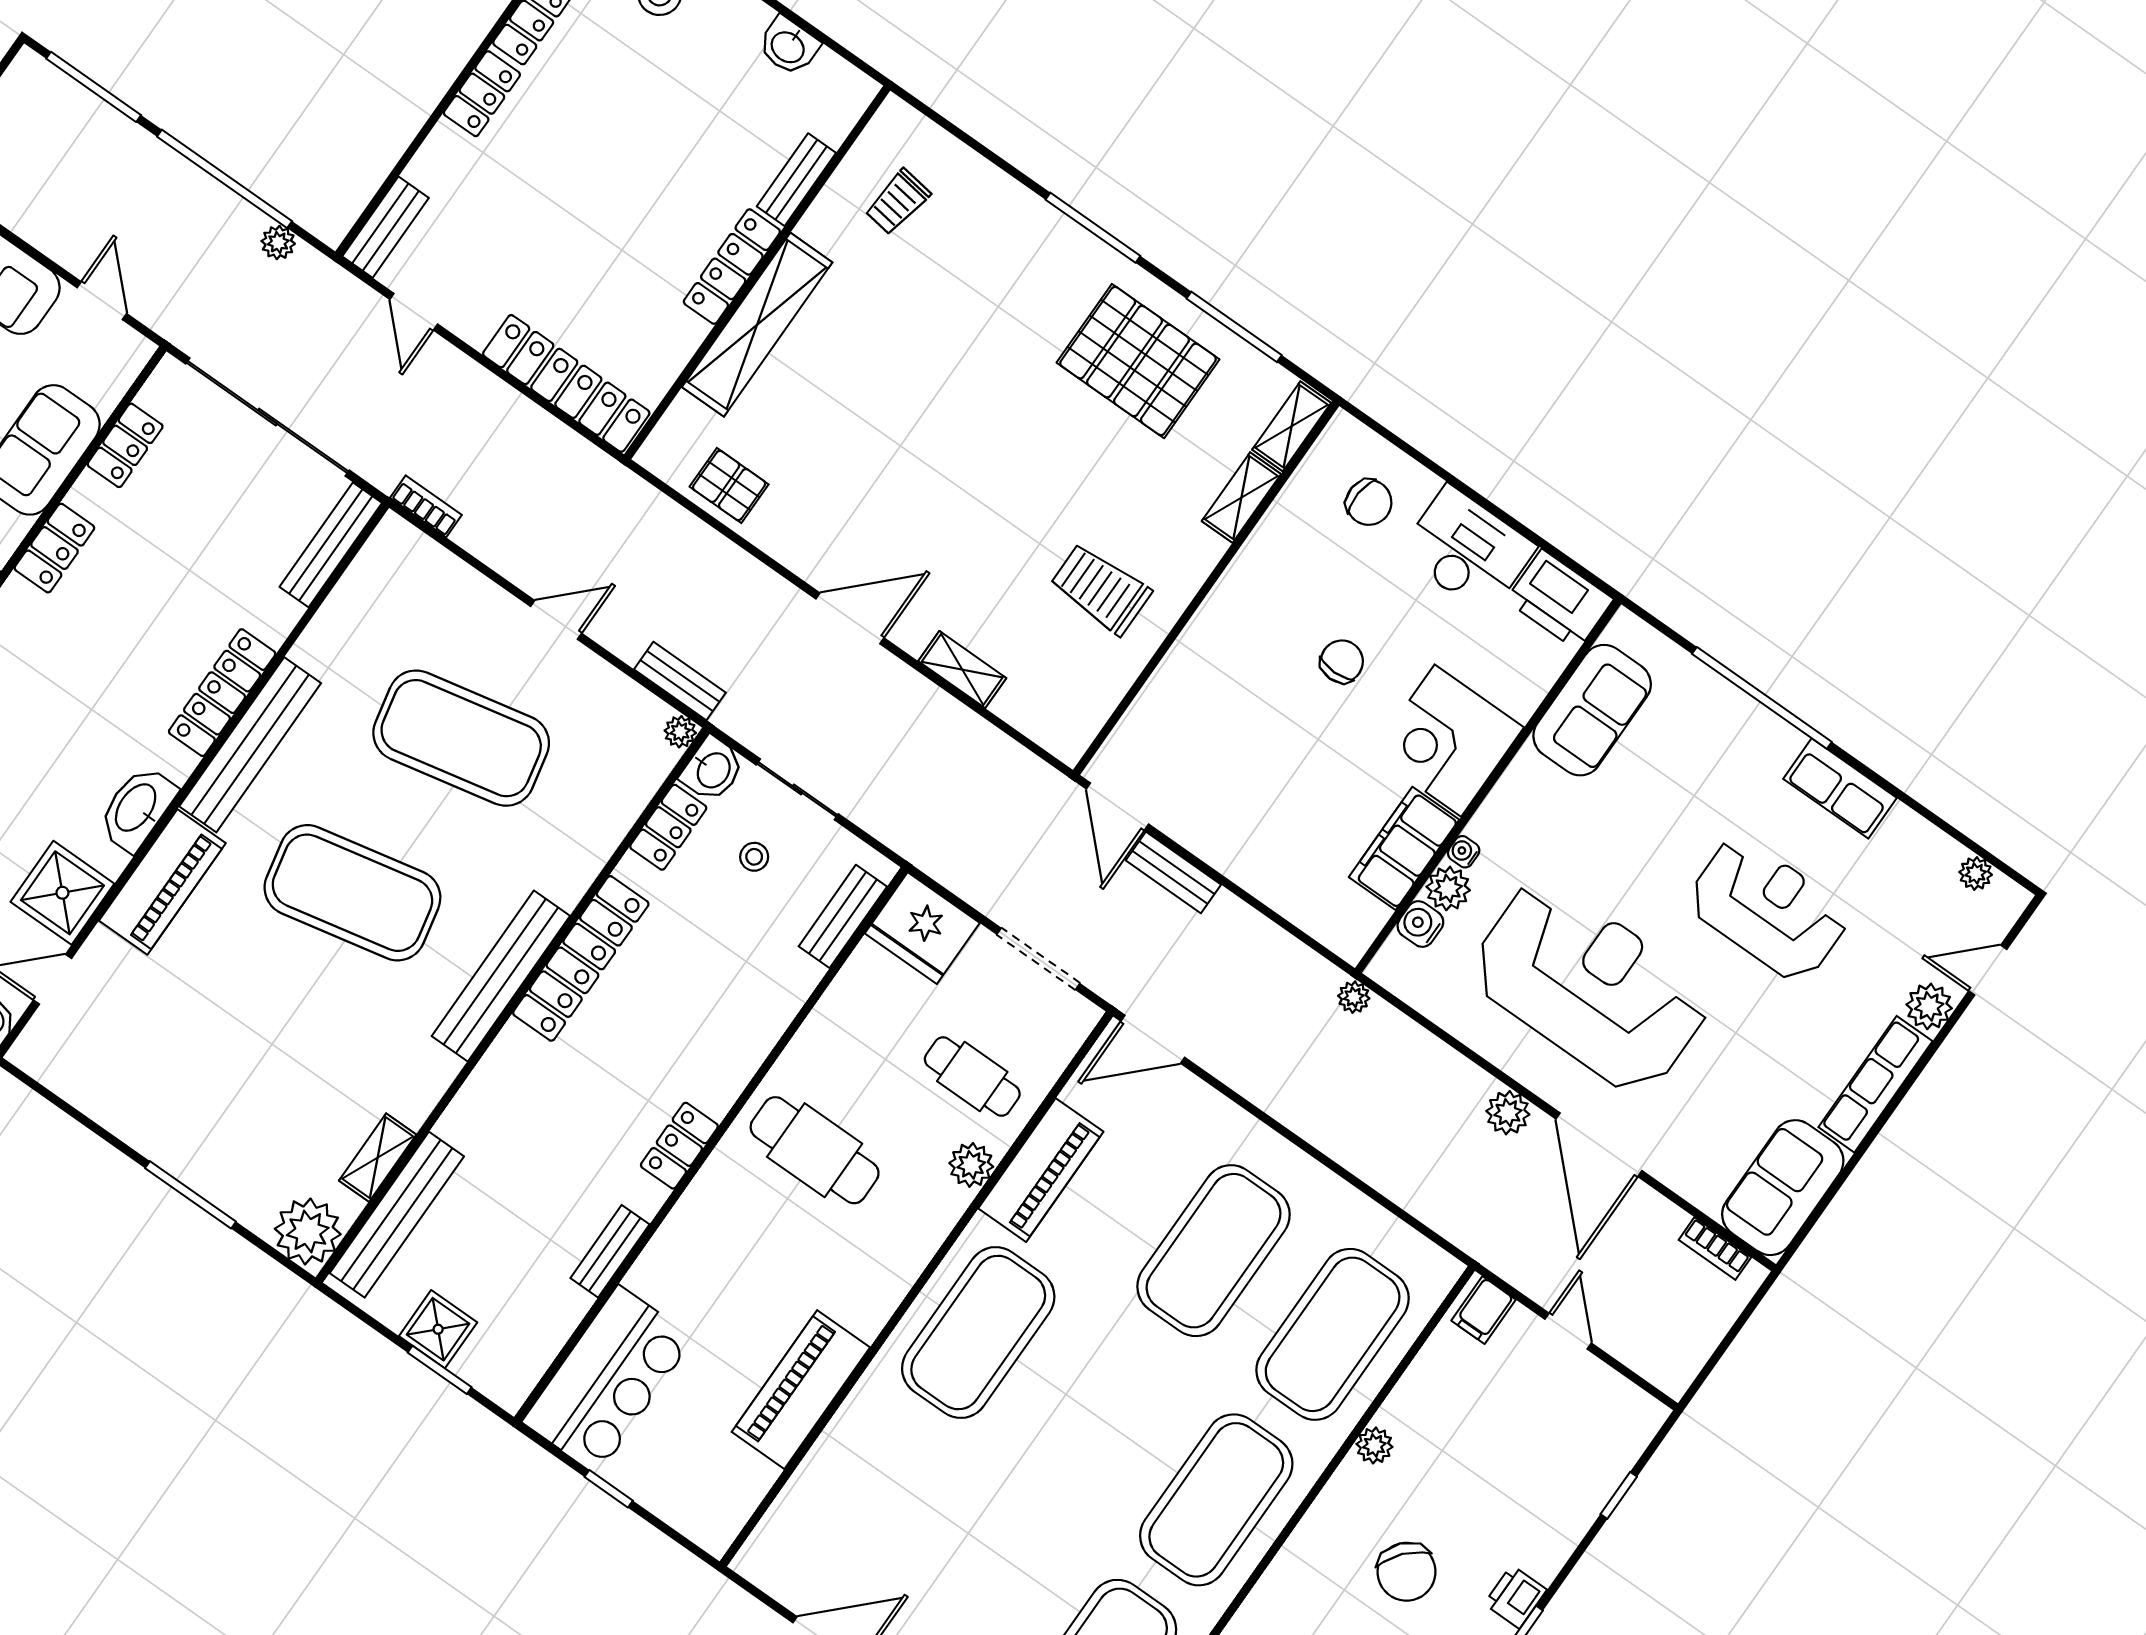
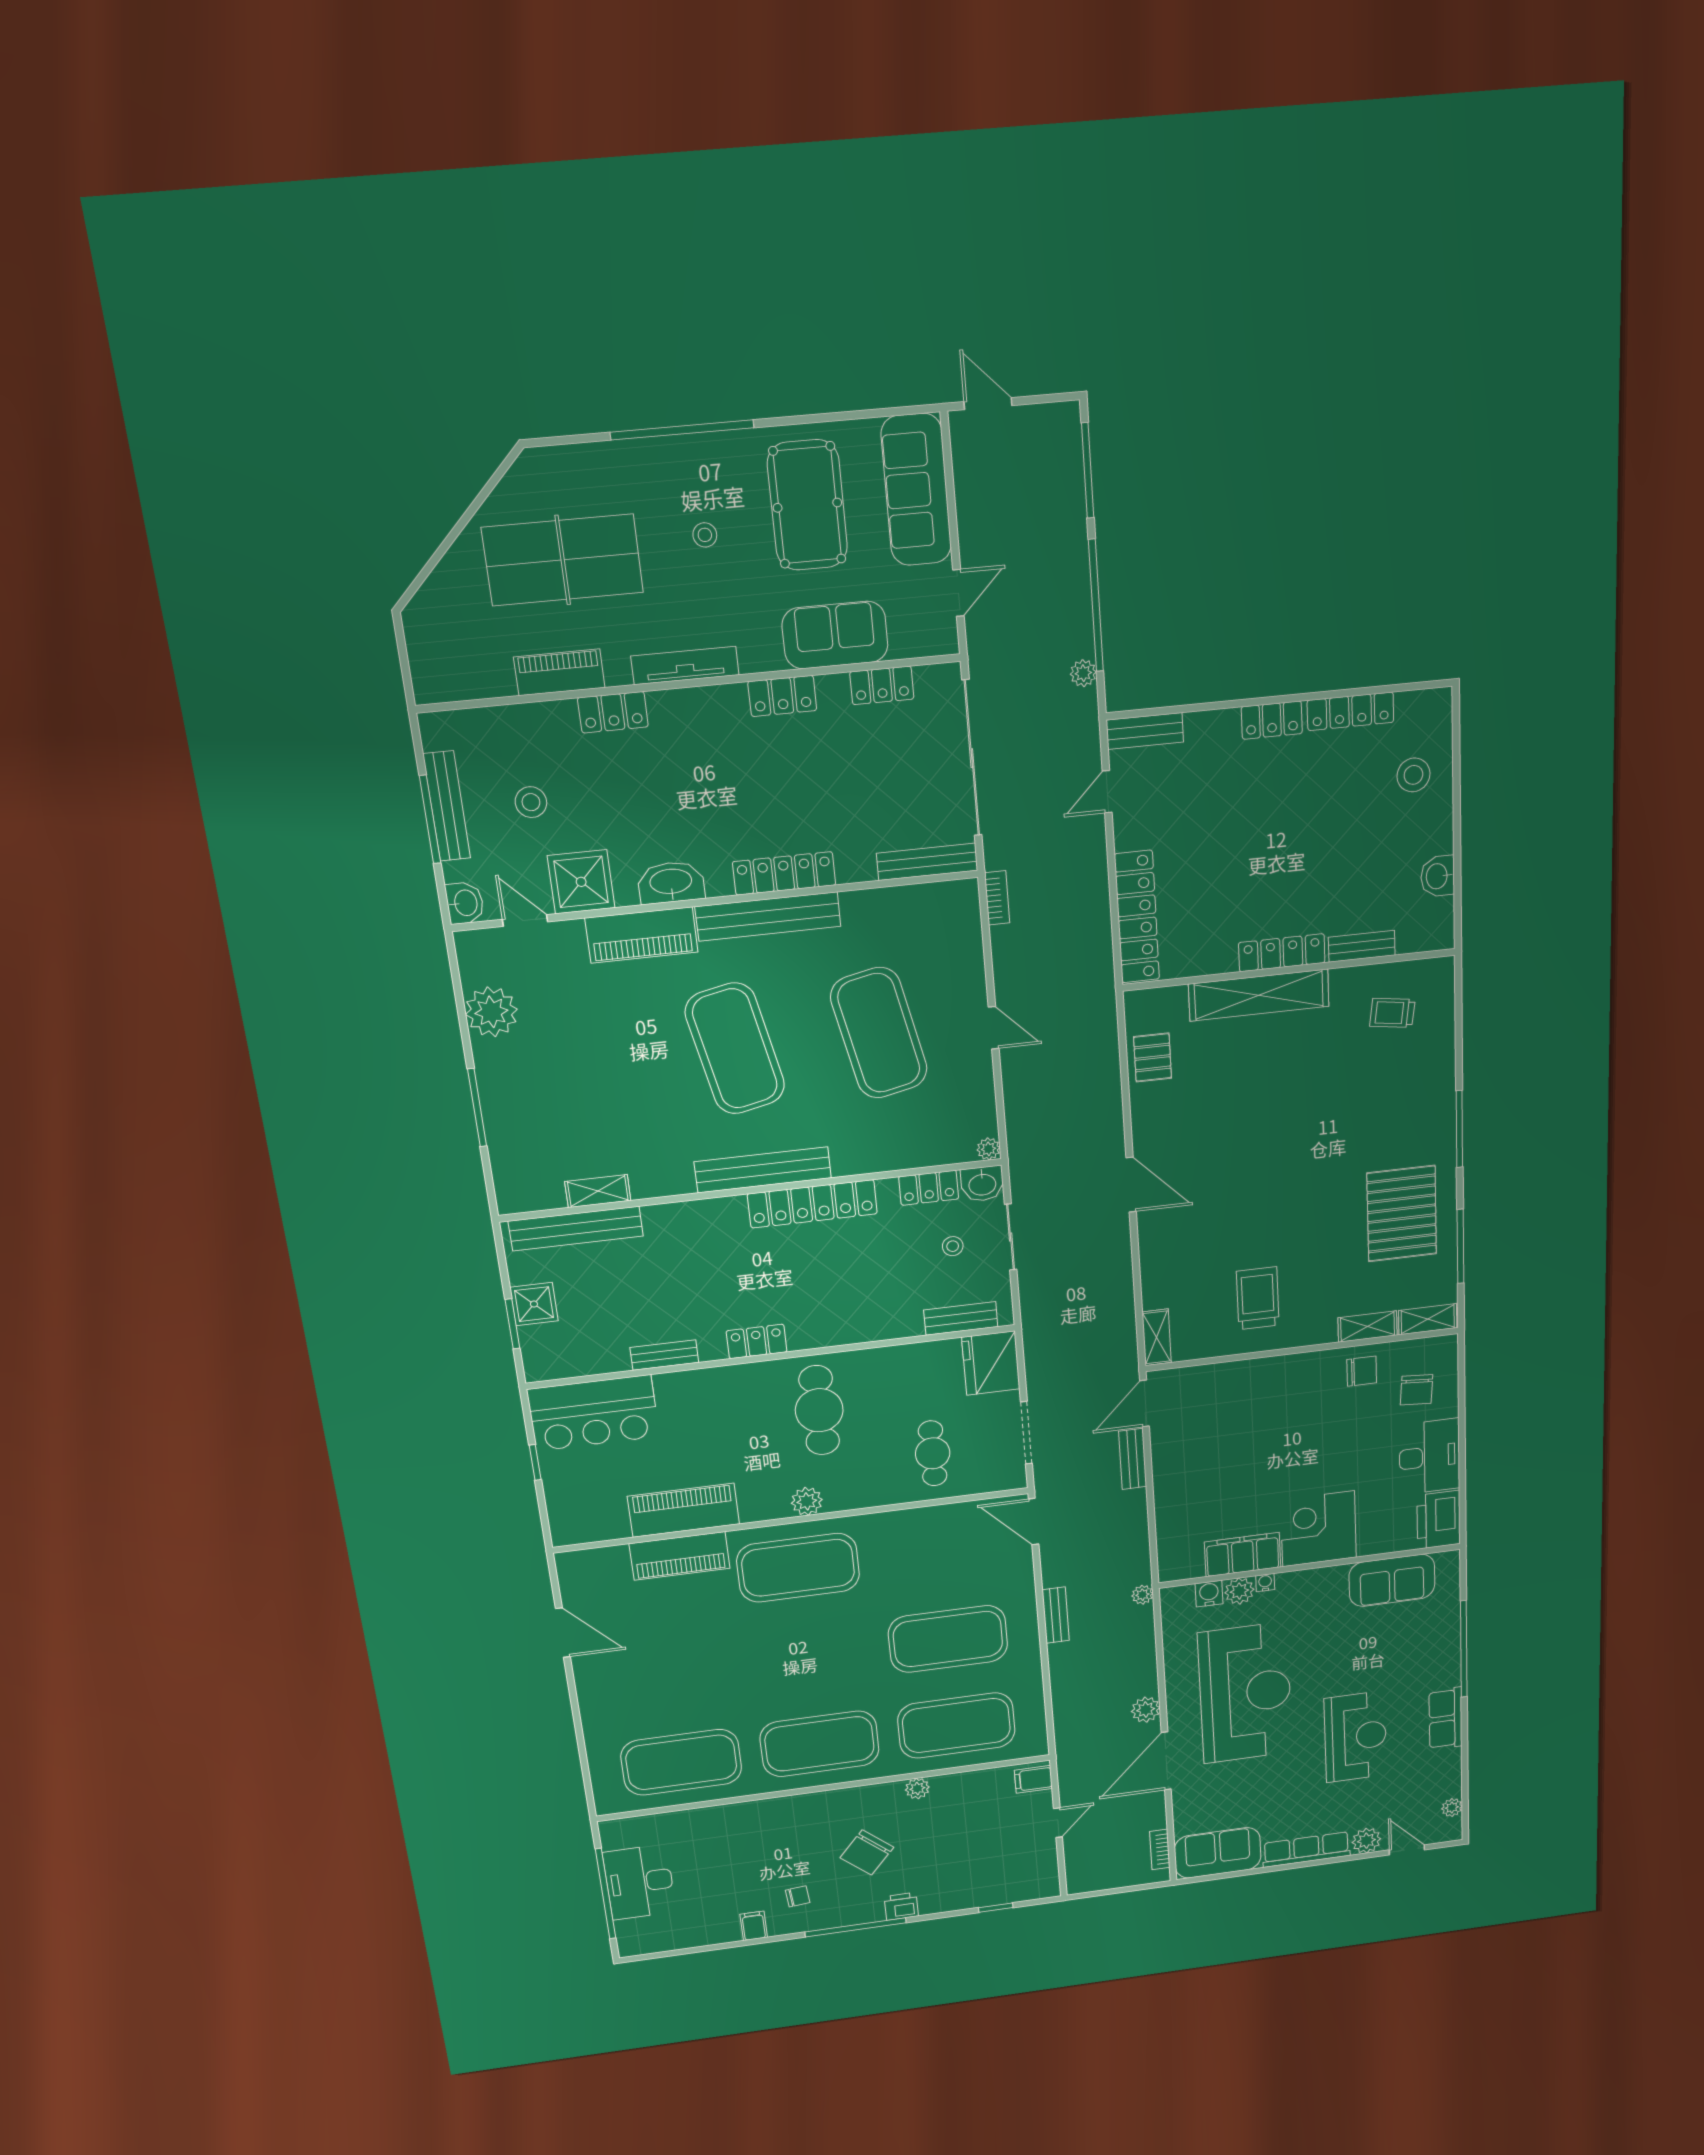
chair: (1342, 661) -> (1362, 1371), moved
shelving: (962, 670) -> (1157, 1337), moved
bench: (680, 681) -> (1056, 1615), moved
plant: (971, 1165) -> (807, 1501), moved
piano: (1041, 1170) -> (680, 1556), moved
plant: (308, 1231) -> (491, 1012), moved

